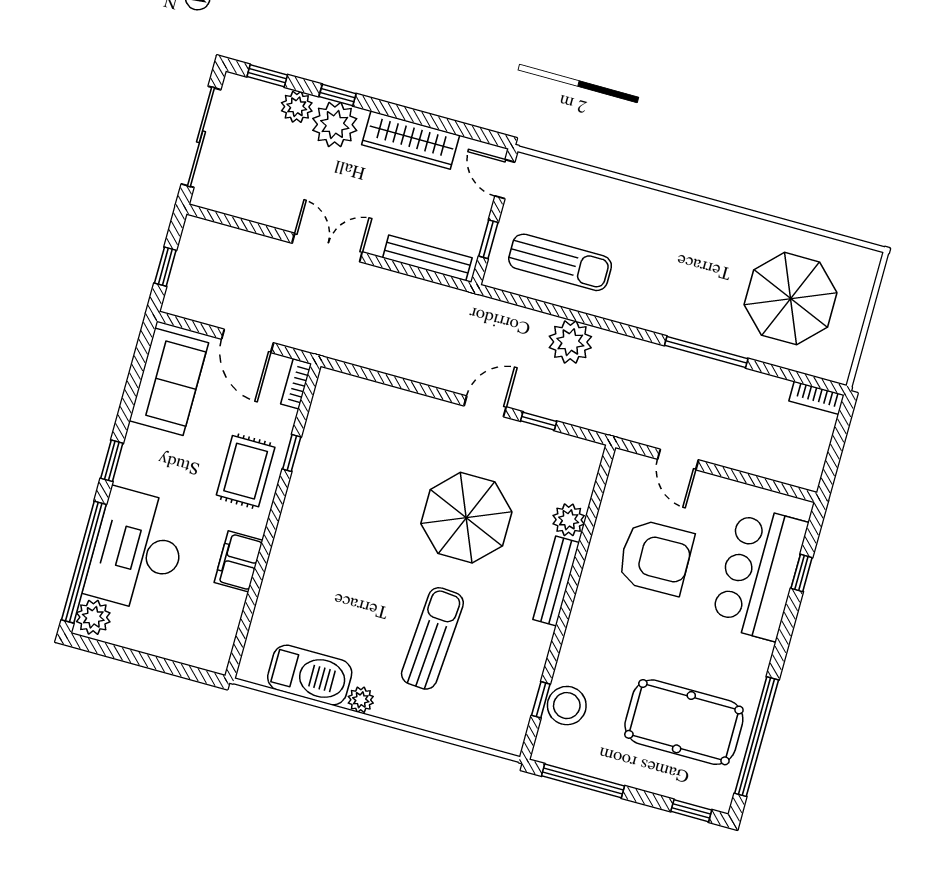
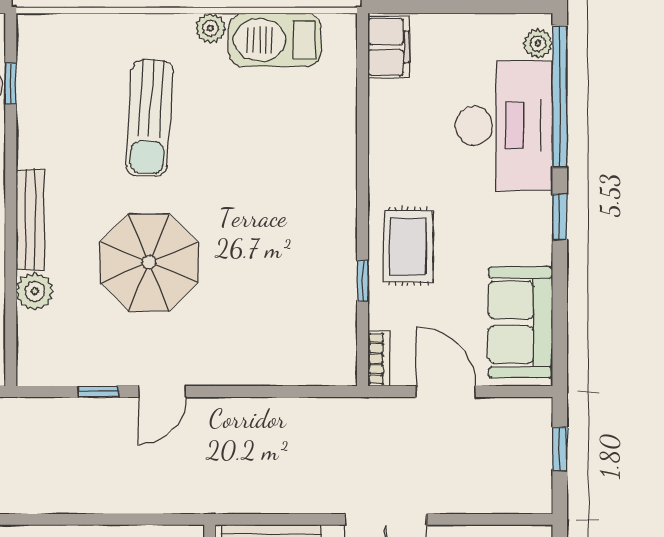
plant: (570, 342) -> (87, 489), removed
filing cabinet: (238, 561) -> (388, 47), moved
plant: (93, 617) -> (538, 43), width x0.73, depth x0.73

